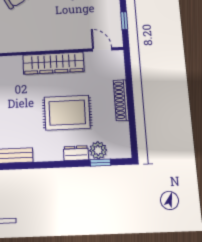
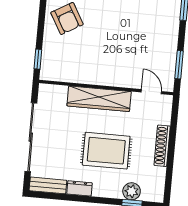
window: (124, 21) -> (179, 65), width x1.50
dresser: (76, 153) -> (79, 188), moved

